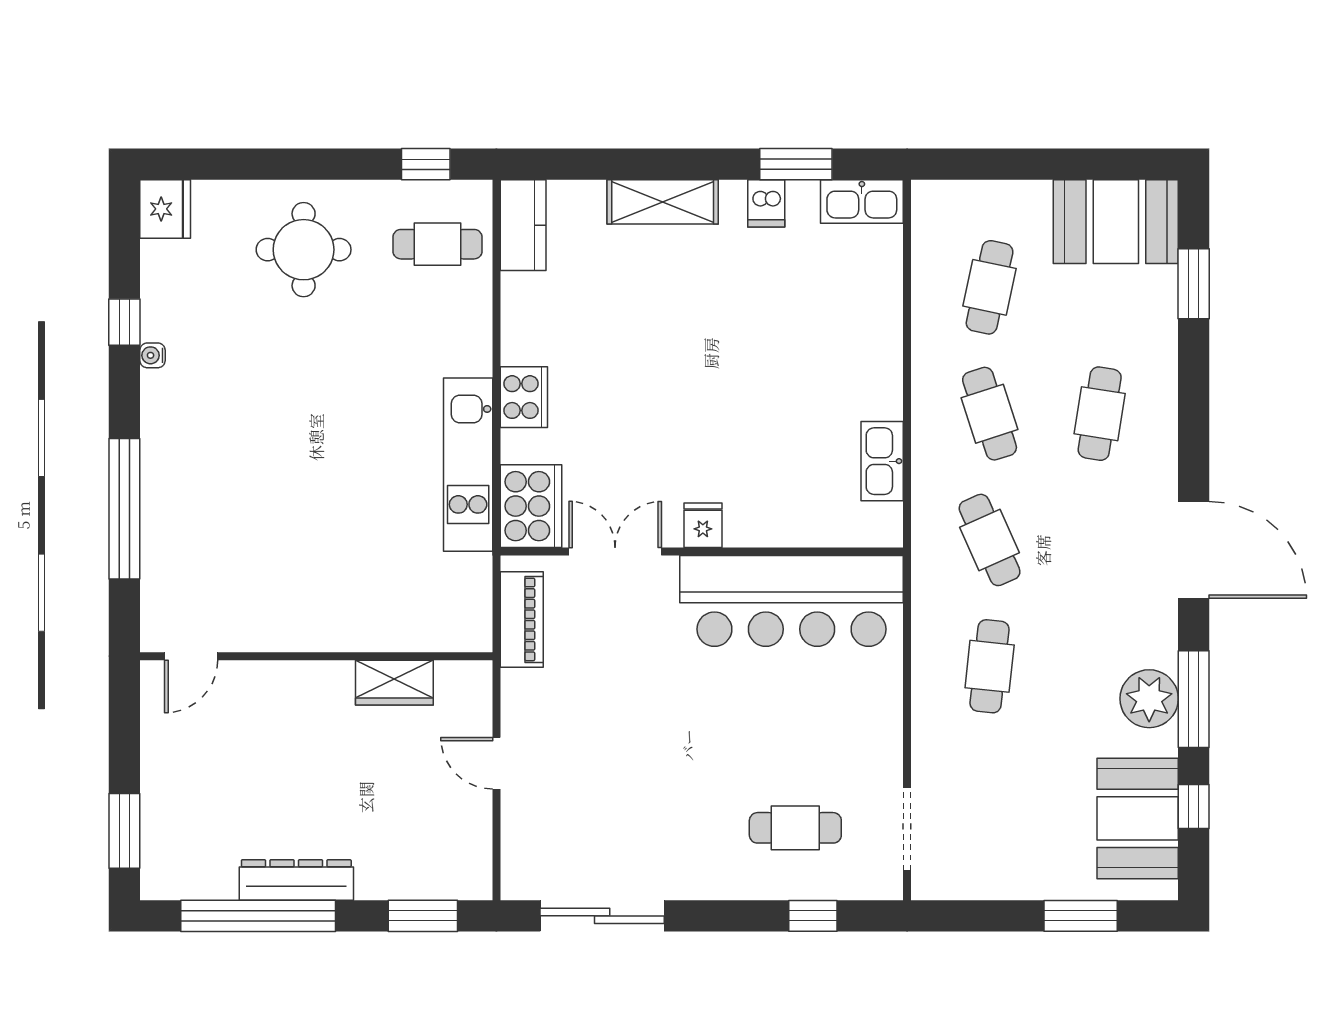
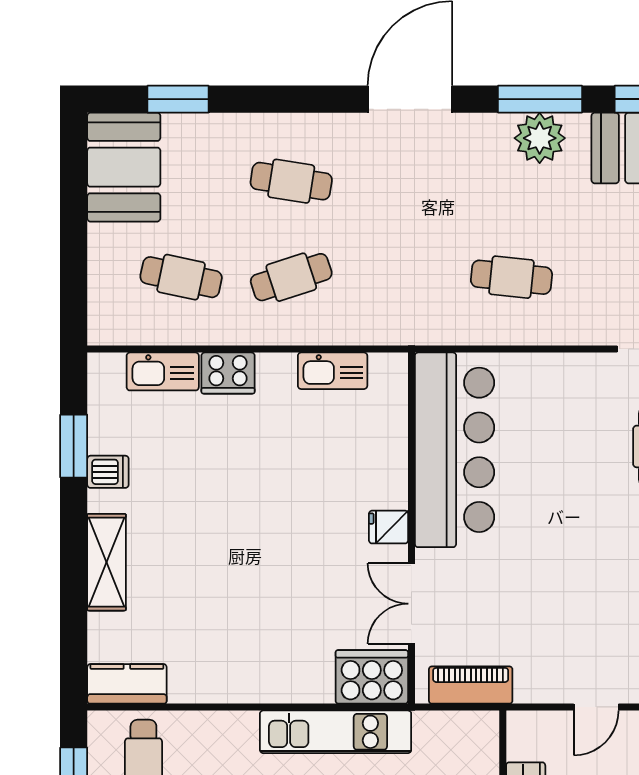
kitchen sink: (862, 201) -> (163, 371), moved, turned 90
cooker: (524, 397) -> (228, 373), moved, turned 180
cafe table: (990, 540) -> (401, 277), removed

